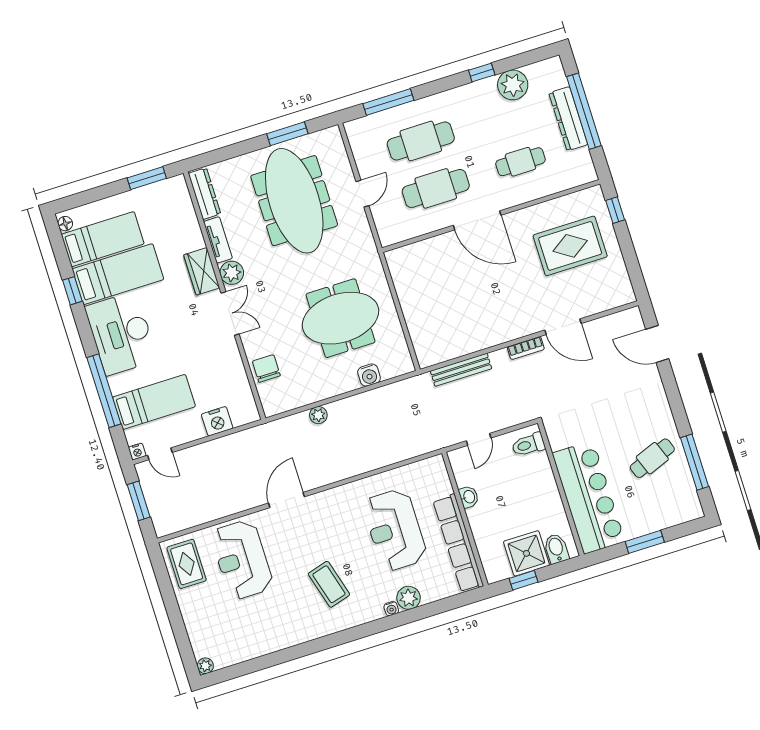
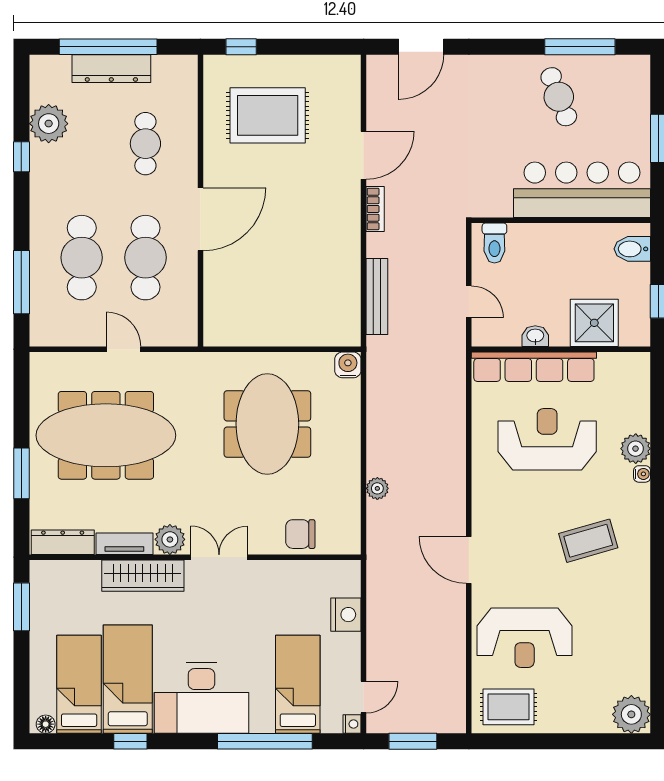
window: (287, 134) -> (21, 473), moved
rug: (570, 246) -> (268, 115), turned 90
wardrobe: (202, 271) -> (143, 576), width x1.50
water cooler: (369, 375) -> (348, 365), moved, turned -90
reception desk: (395, 530) -> (547, 439), turned 180
row of seats: (458, 543) -> (534, 367), moved
shower: (526, 553) -> (594, 323), moved
plant: (205, 666) -> (631, 714), width x1.87, depth x1.87

